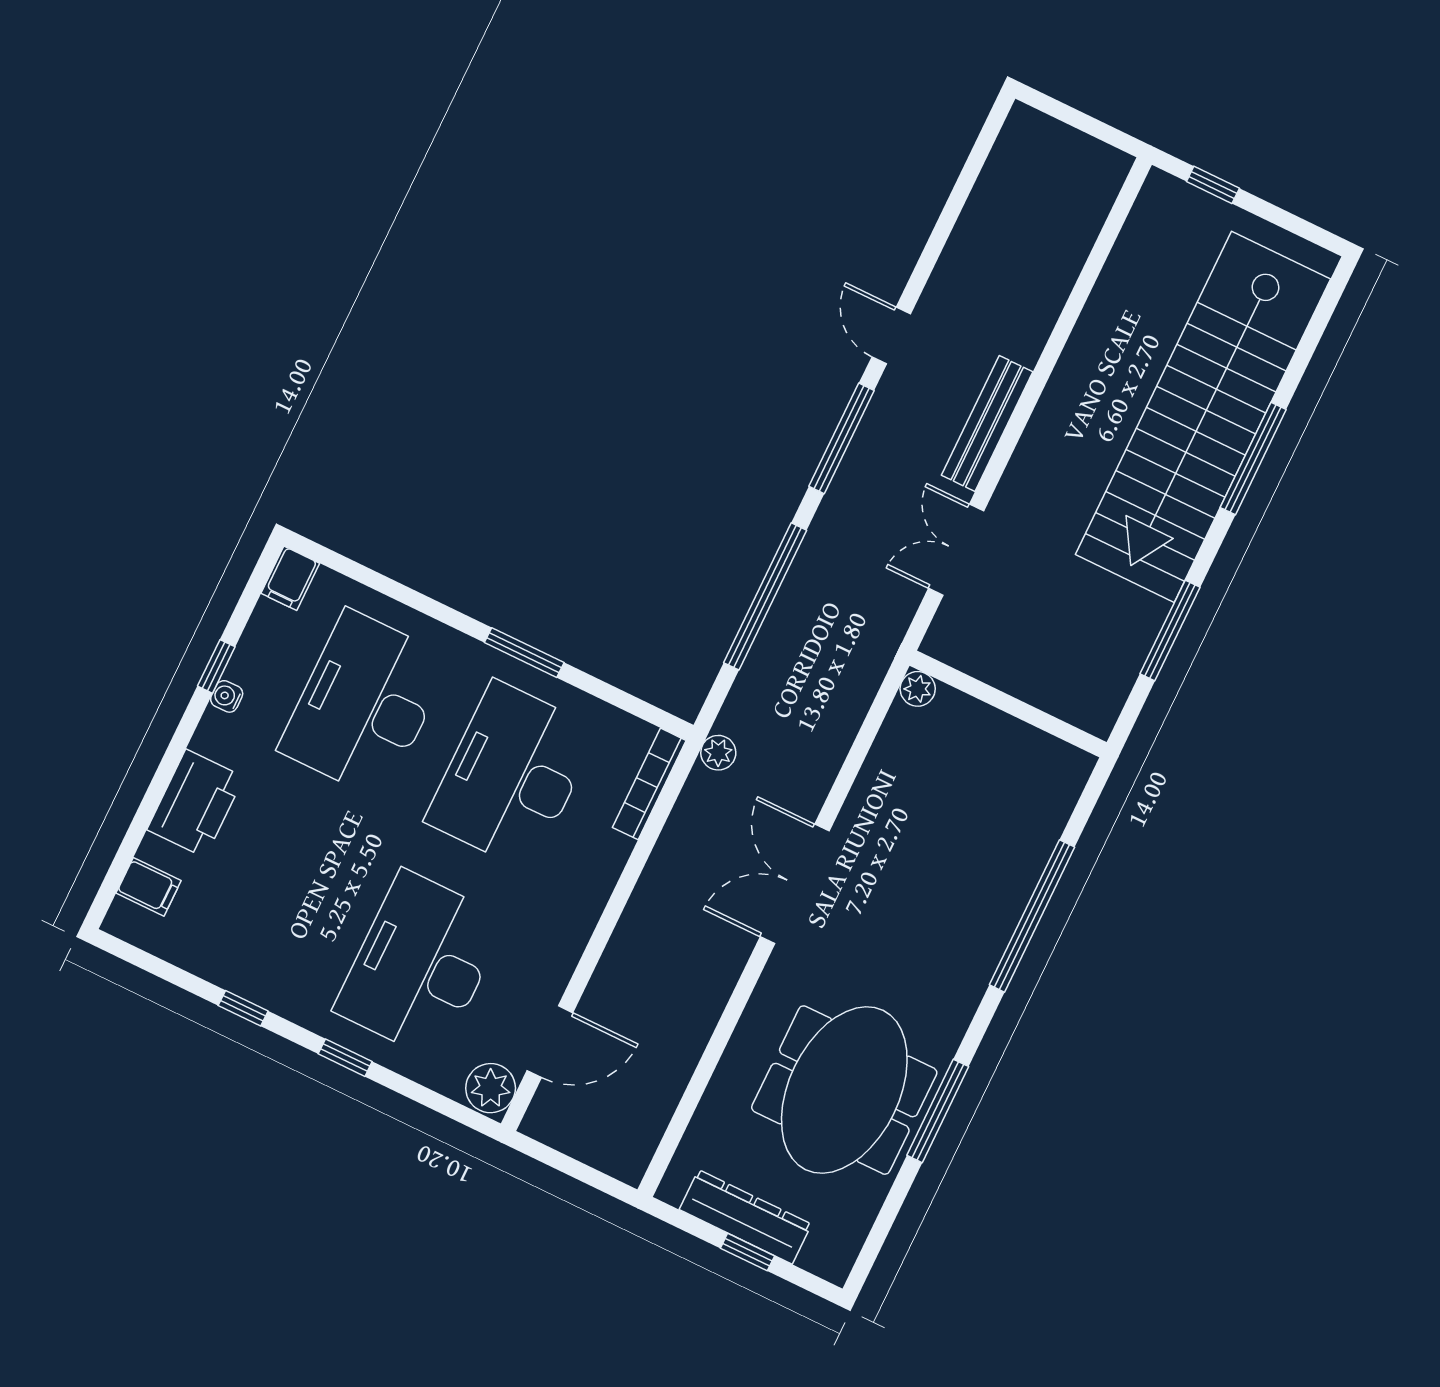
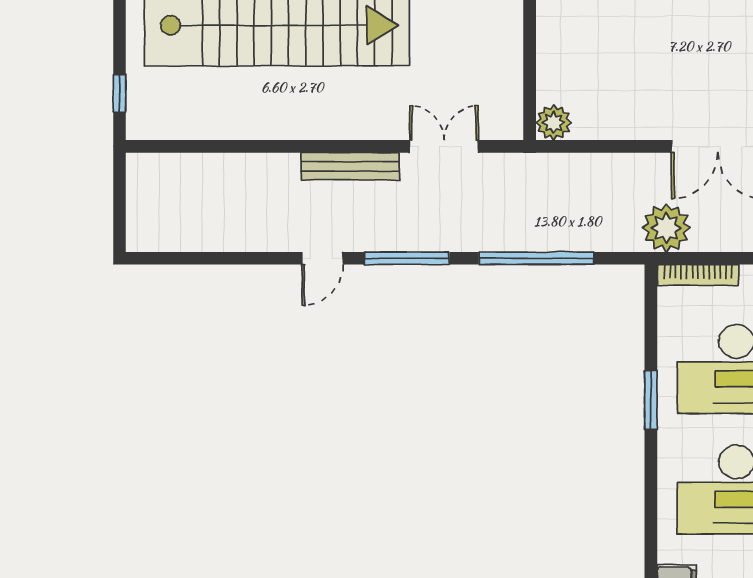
double door: (956, 550) -> (444, 146), swing flipped
plant: (918, 689) -> (554, 123), width x1.38, depth x1.38
plant: (718, 753) -> (666, 228), width x1.88, depth x1.88

